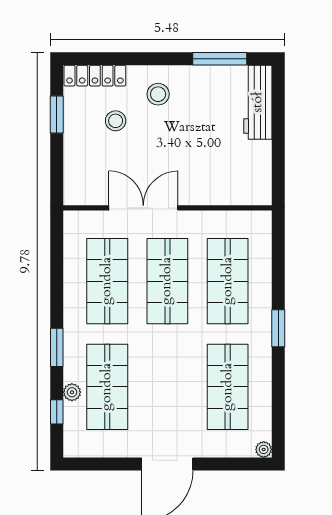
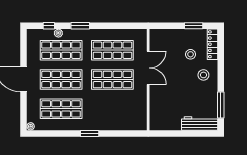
shop shelf: (228, 281) -> (61, 80), moved

